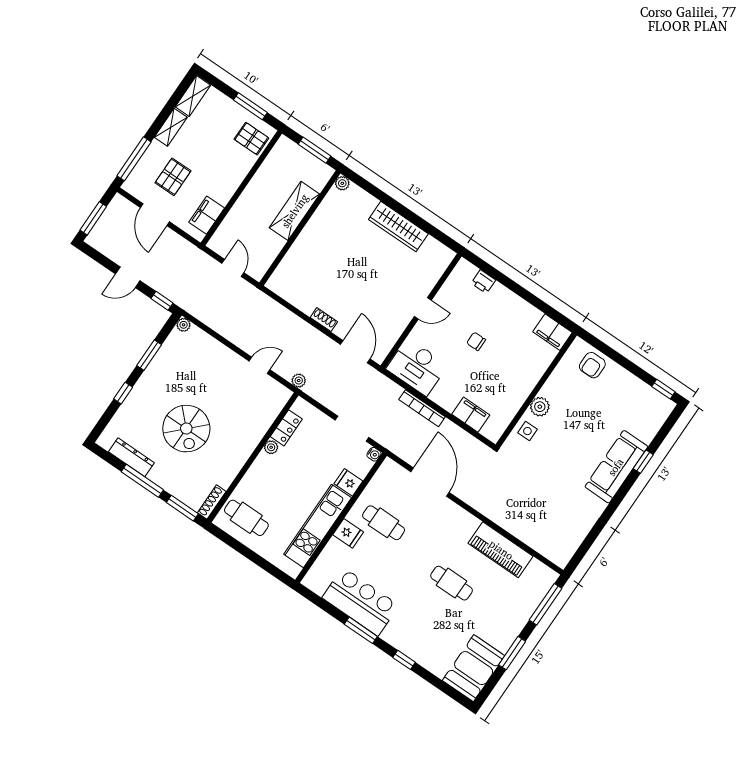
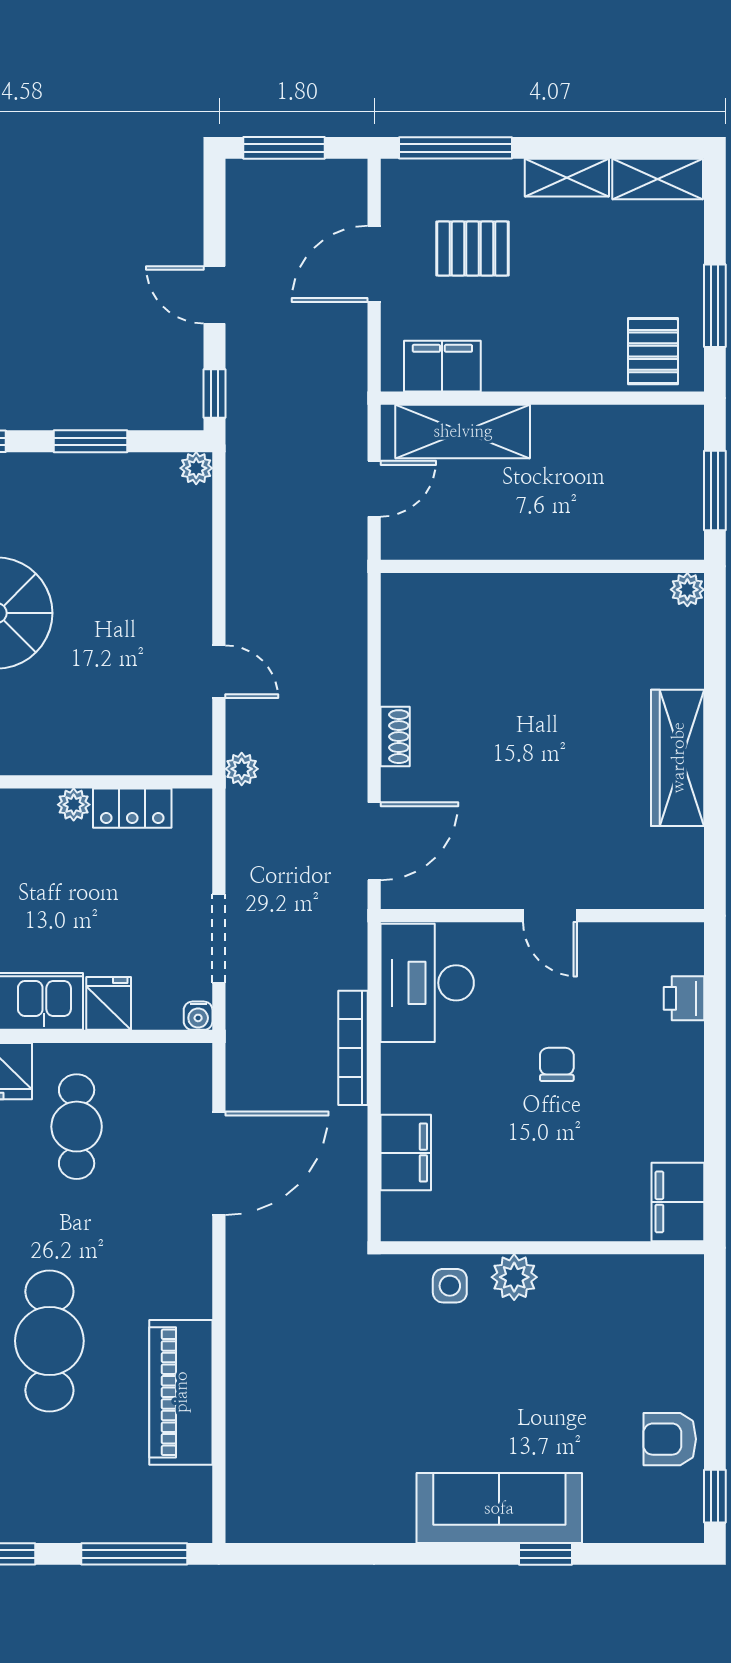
shelving: (295, 211) -> (463, 431), moved
armchair: (592, 365) -> (670, 1439), moved
cafe table: (452, 583) -> (49, 1341), width x1.37, depth x1.35

